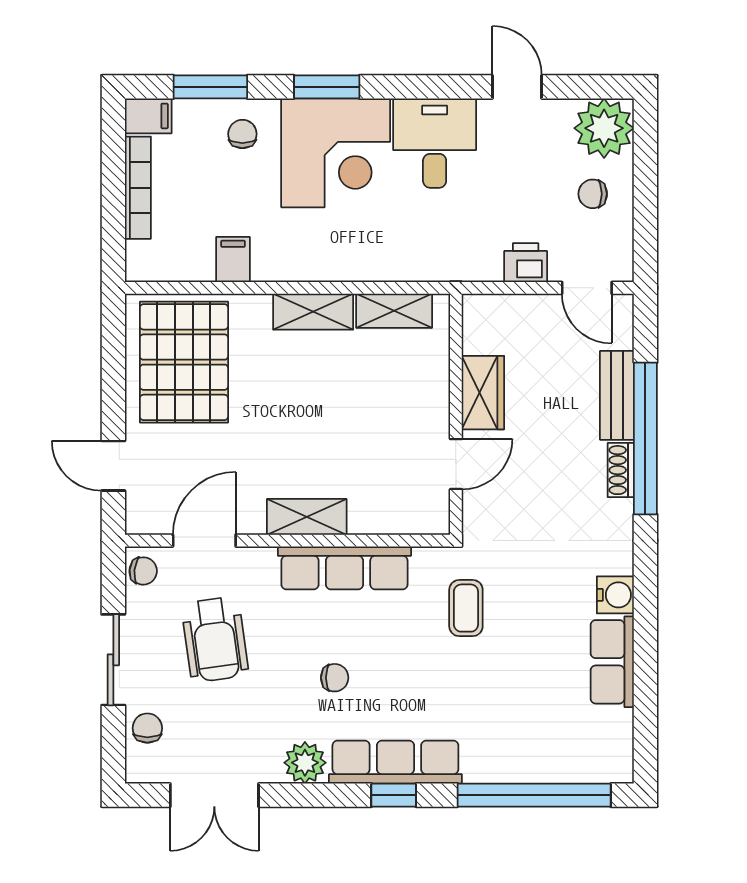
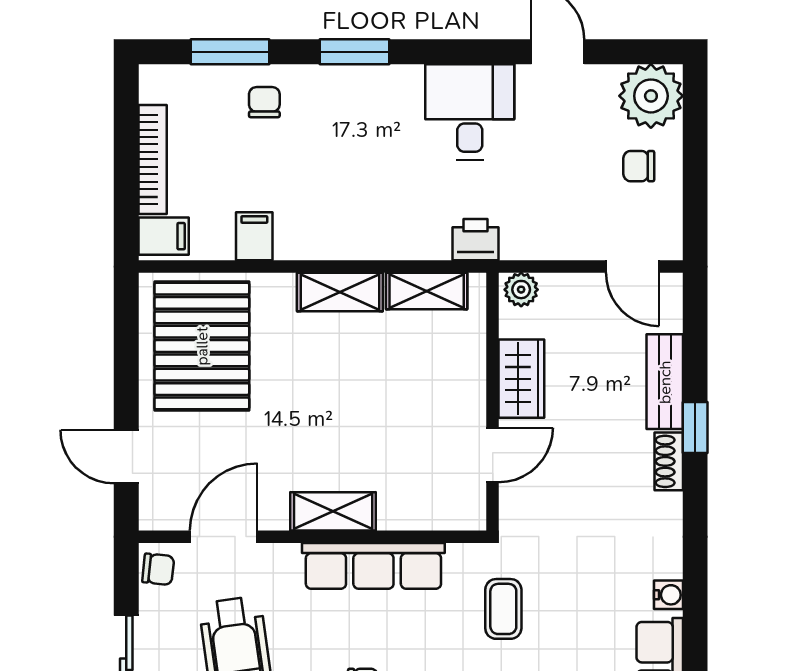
filing cabinet: (148, 116) -> (164, 236), moved
corner desk: (336, 153) -> (364, 122), removed
printer: (526, 263) -> (476, 240), moved
plant: (483, 309) -> (521, 290), added
window: (645, 438) -> (695, 428), width x0.32
water cooler: (615, 595) -> (669, 595), width x0.72, depth x0.72

